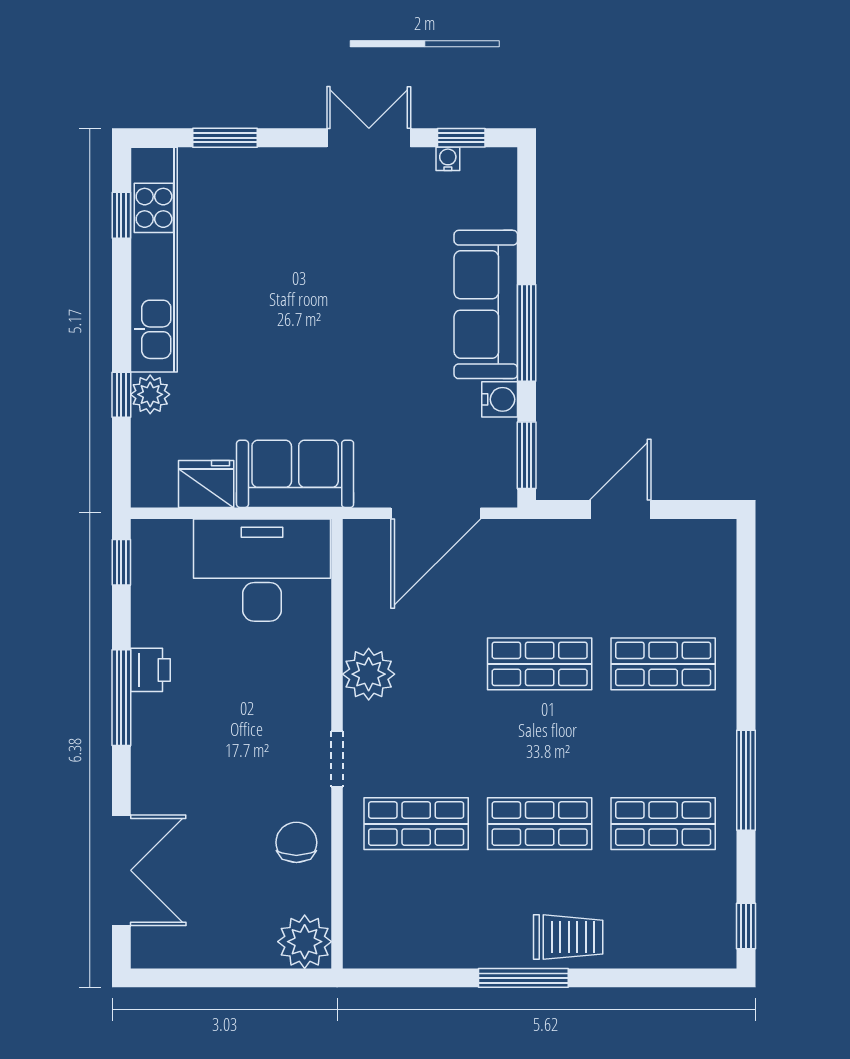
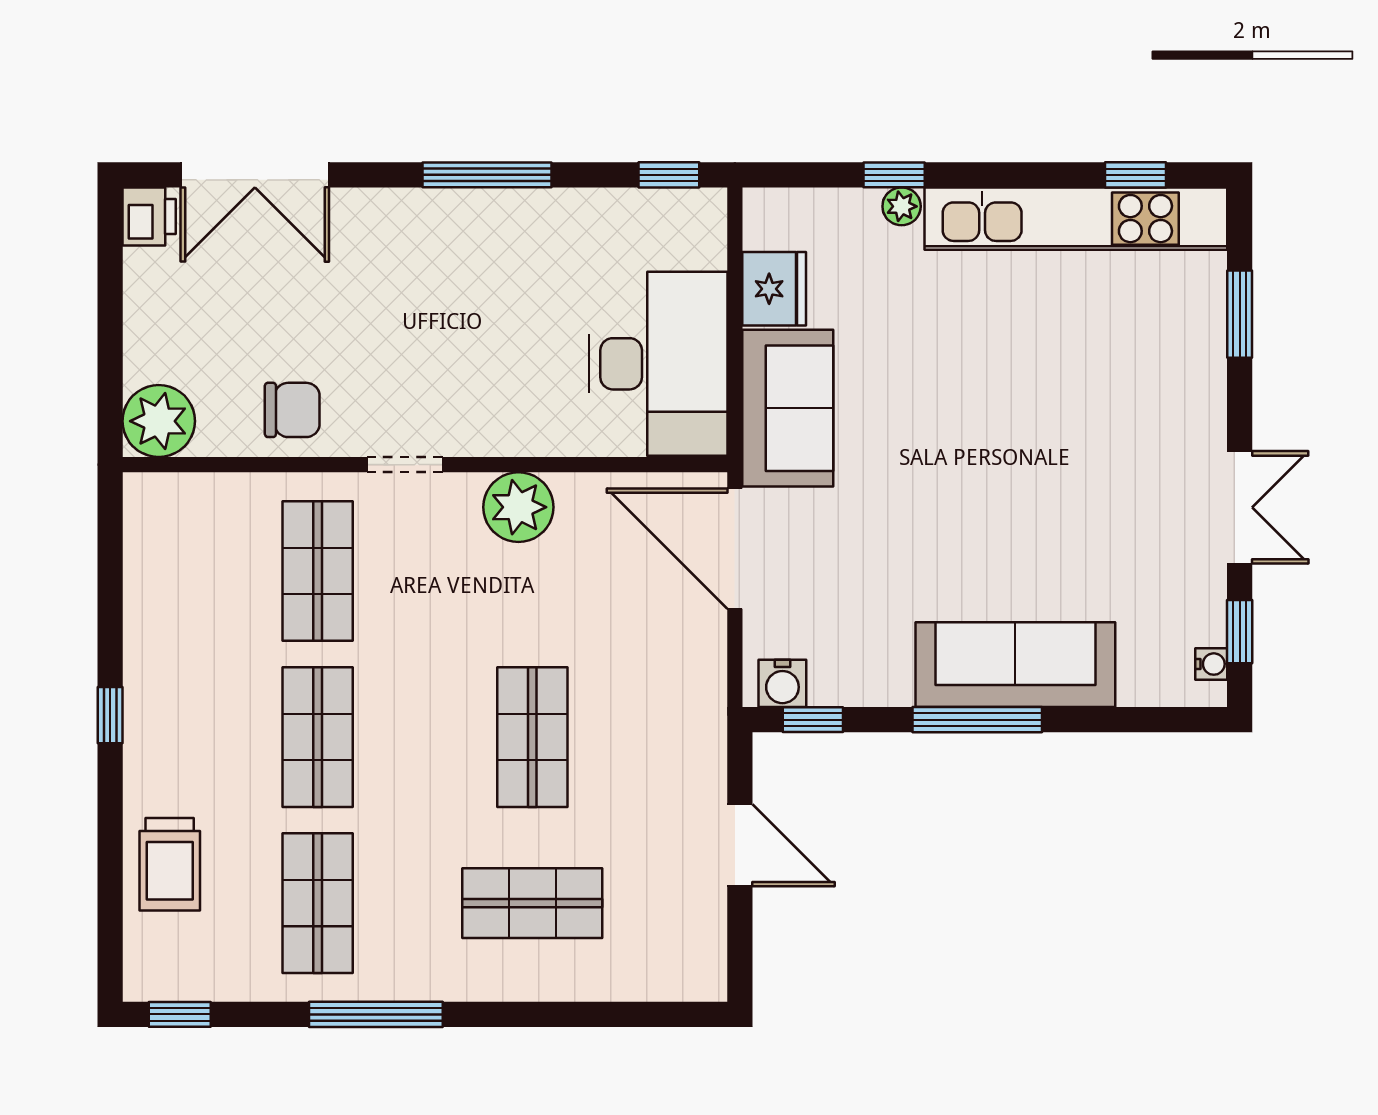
water cooler: (448, 159) -> (1211, 664), moved
plant: (150, 394) -> (902, 206), width x0.73, depth x0.73
water cooler: (500, 399) -> (782, 683), moved
window: (527, 455) -> (813, 720), width x0.67
door: (436, 513) -> (735, 549), moved
shop shelf: (663, 664) -> (532, 903), turned 90
printer: (150, 670) -> (149, 217), moved, turned -90
trolley: (568, 937) -> (170, 864), moved
window: (523, 978) -> (110, 715), width x0.46

